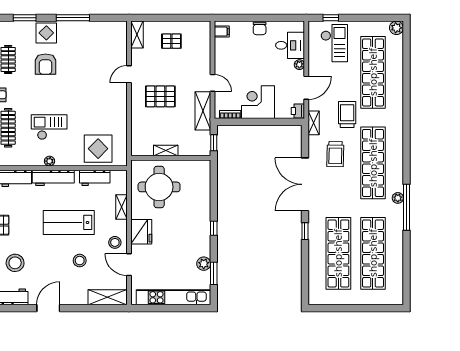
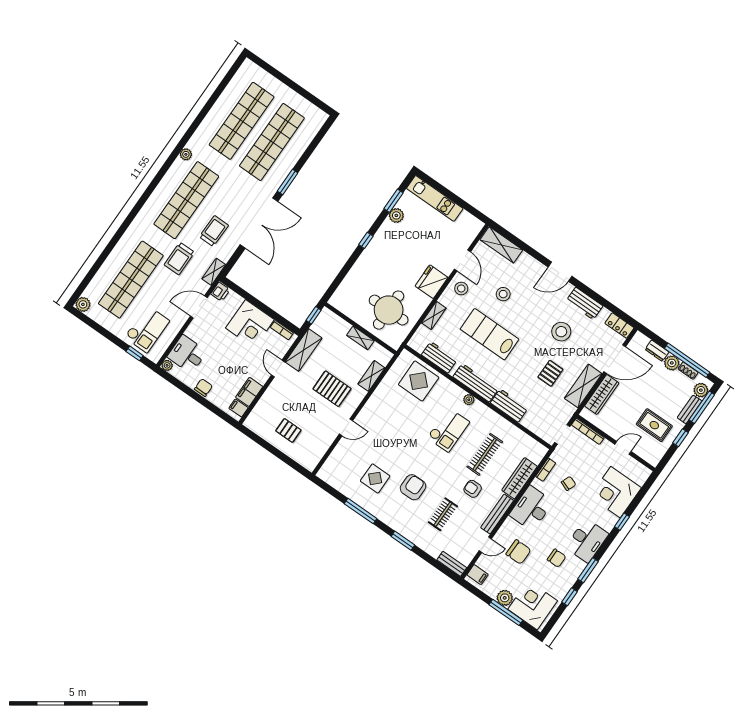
display table: (46, 33) -> (375, 478), moved
shelving: (137, 35) -> (371, 376), moved
checkout: (334, 43) -> (147, 329), turned 180
filing cabinet: (222, 50) -> (249, 392), added
plant: (299, 65) -> (167, 365), moved
checkout: (49, 127) -> (448, 430), turned -90
window: (406, 207) -> (184, 141), removed
lab bench: (69, 222) -> (489, 334), turned 180
window: (305, 231) -> (288, 182), width x1.50
kitchen unit: (174, 297) -> (435, 198), width x0.73

